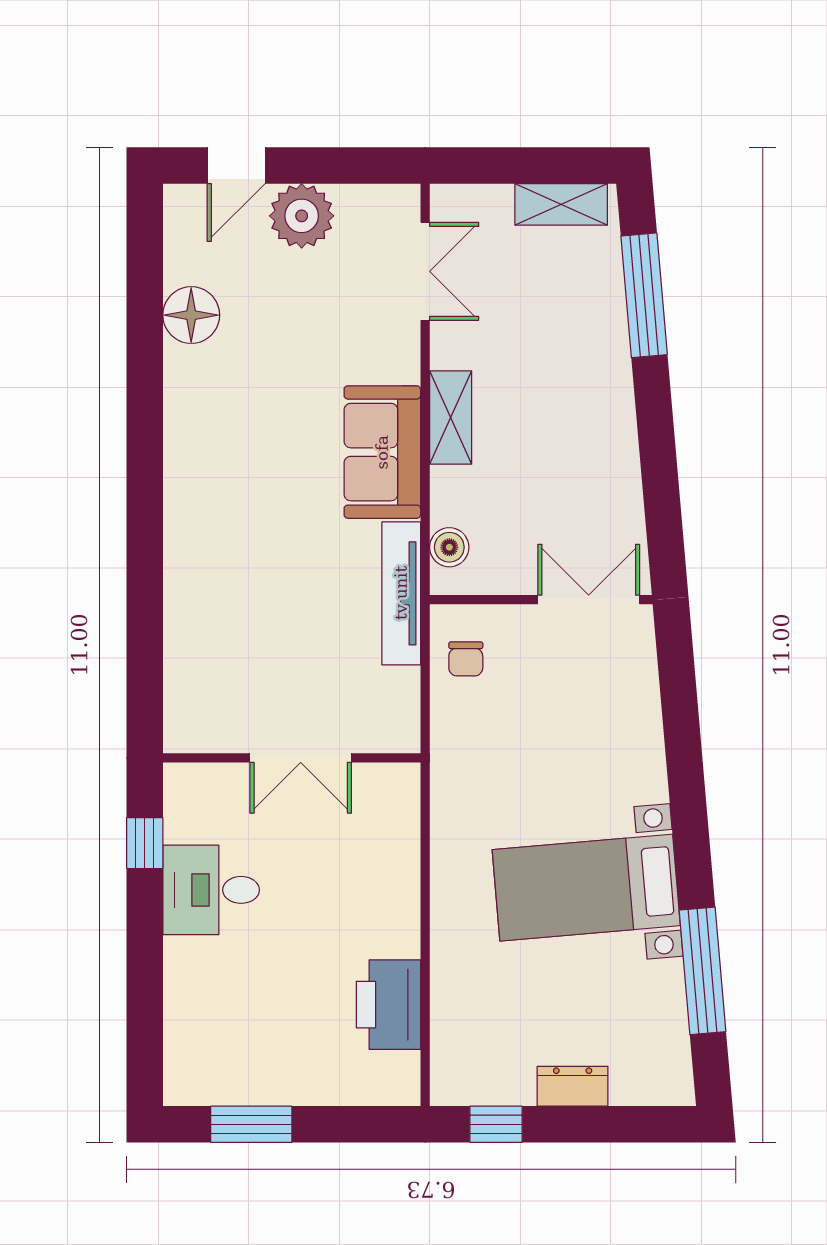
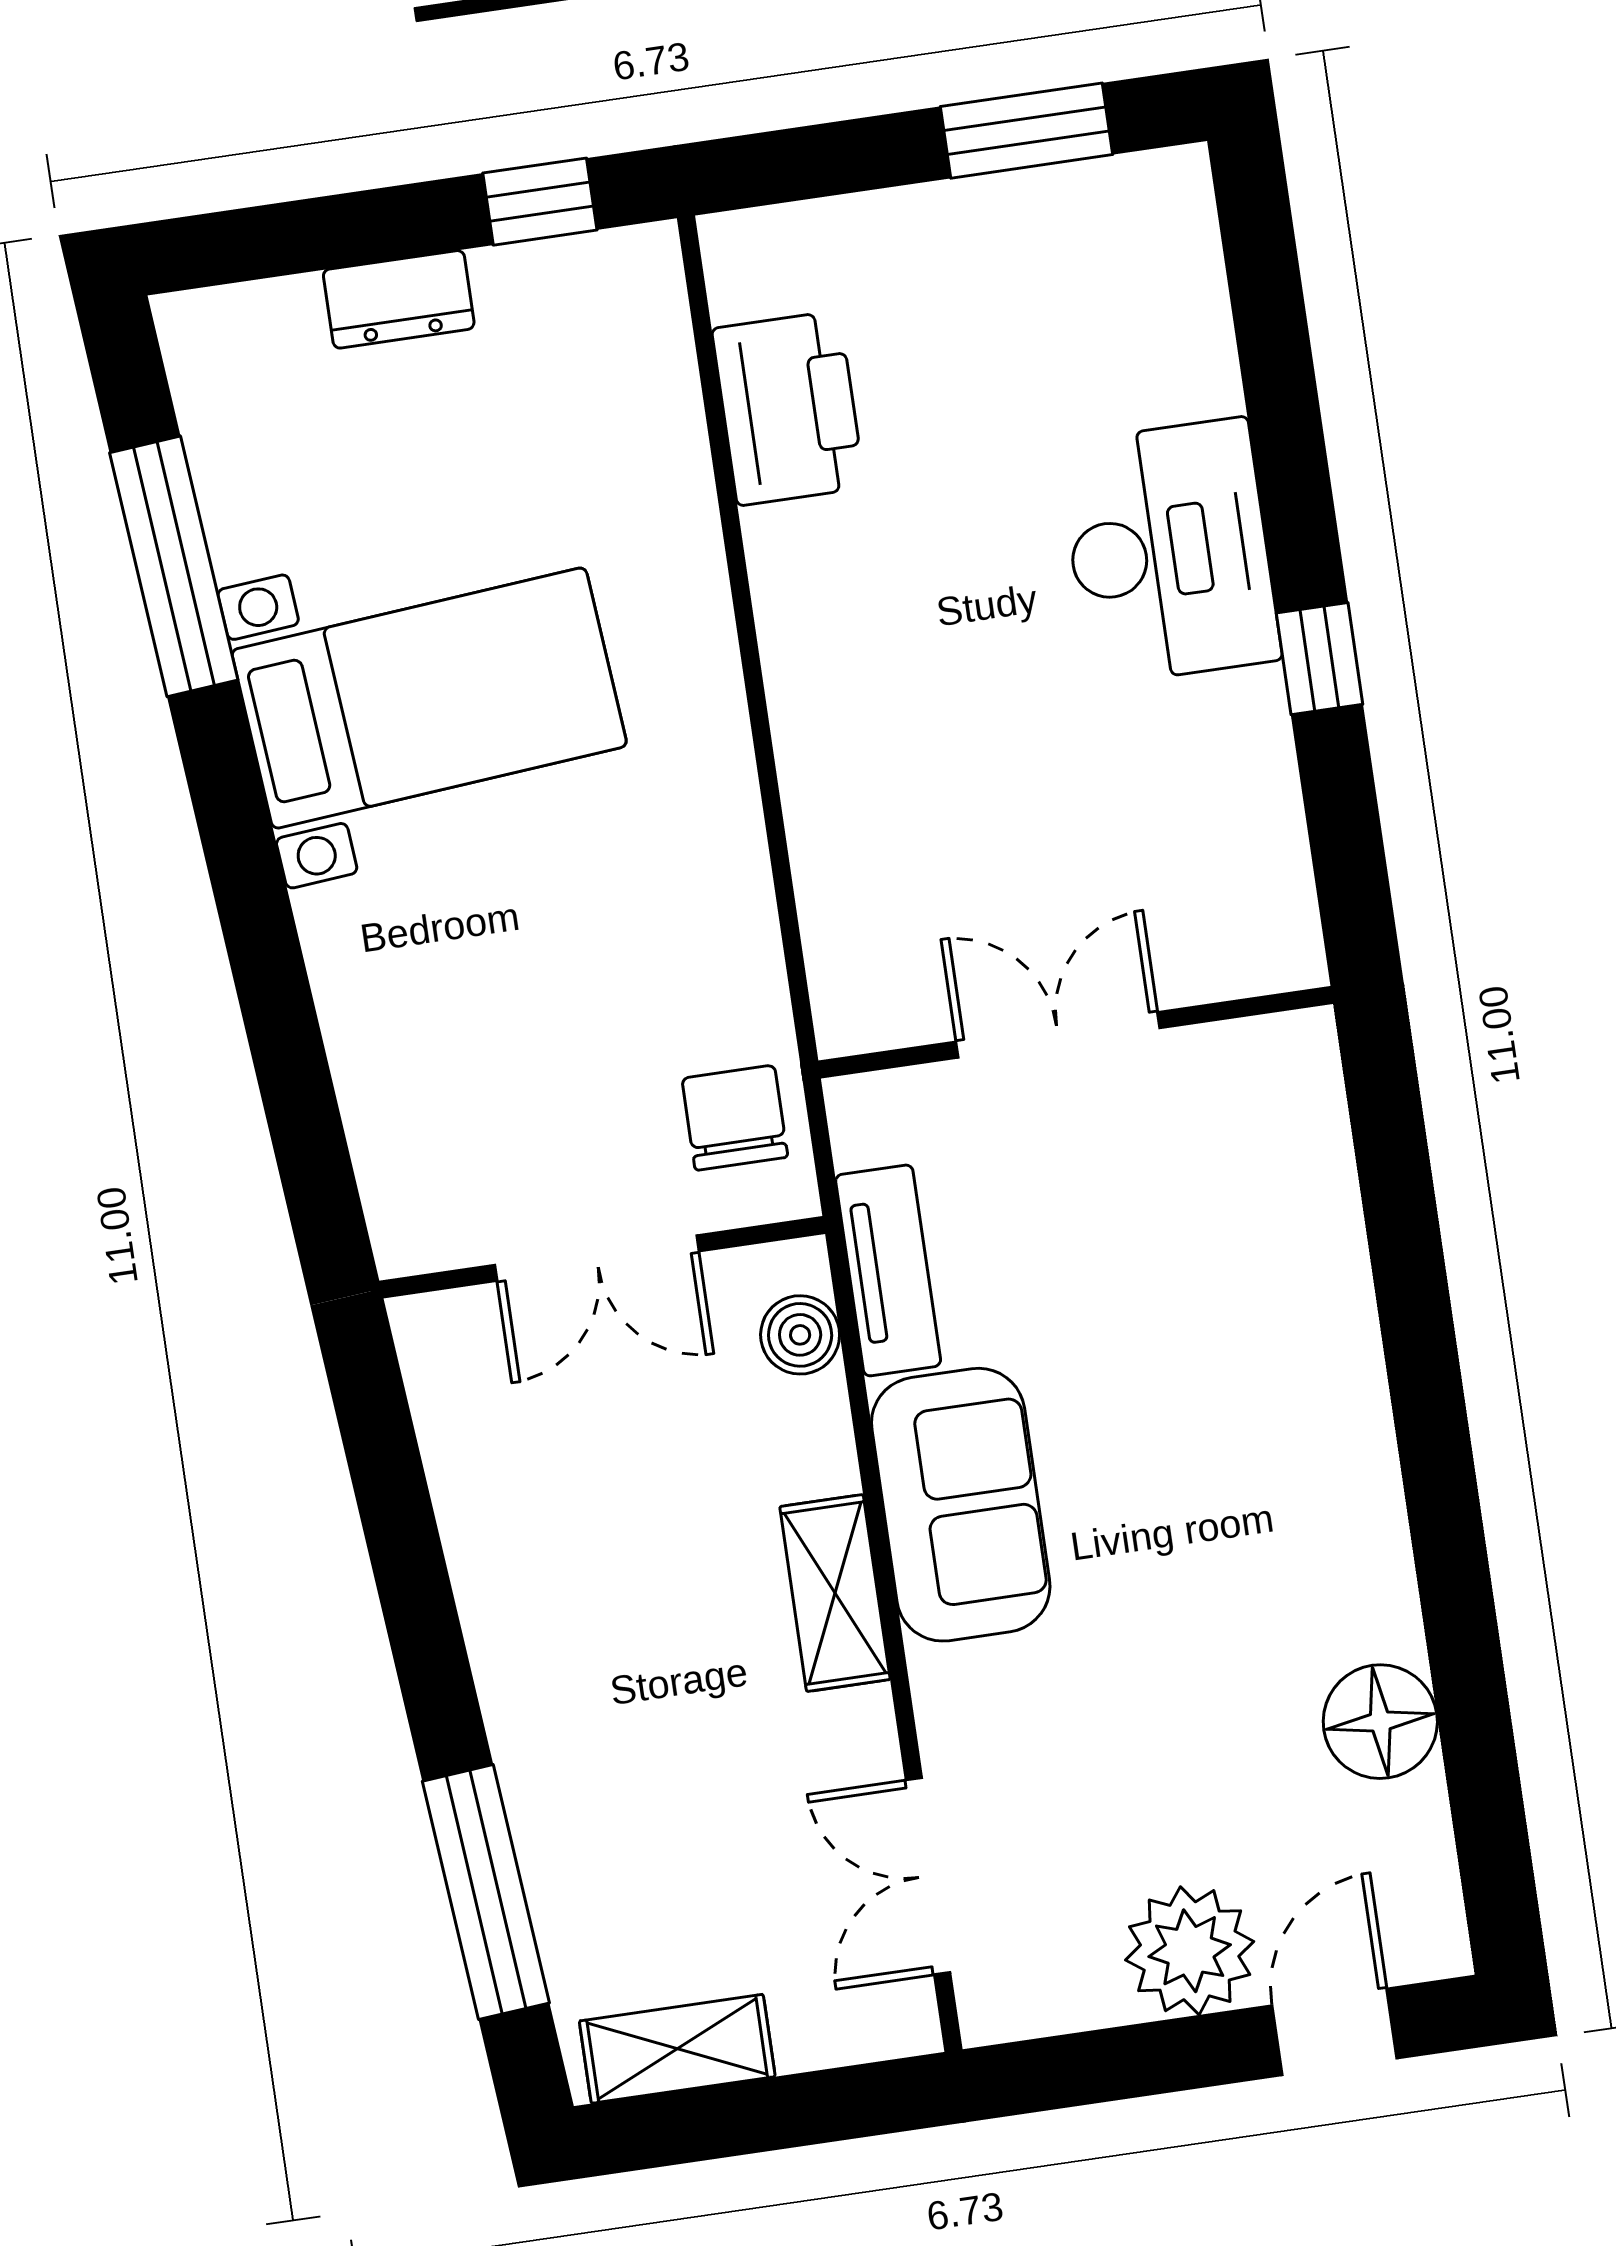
tv unit: (401, 593) -> (888, 1270), width x0.71
double door: (589, 600) -> (597, 1258), moved
chair: (466, 659) -> (735, 1118), width x1.37, depth x1.37
wall: (292, 758) -> (1076, 1032), moved
double door: (301, 758) -> (1058, 1035), moved
desk: (211, 890) -> (1169, 552), width x1.37

